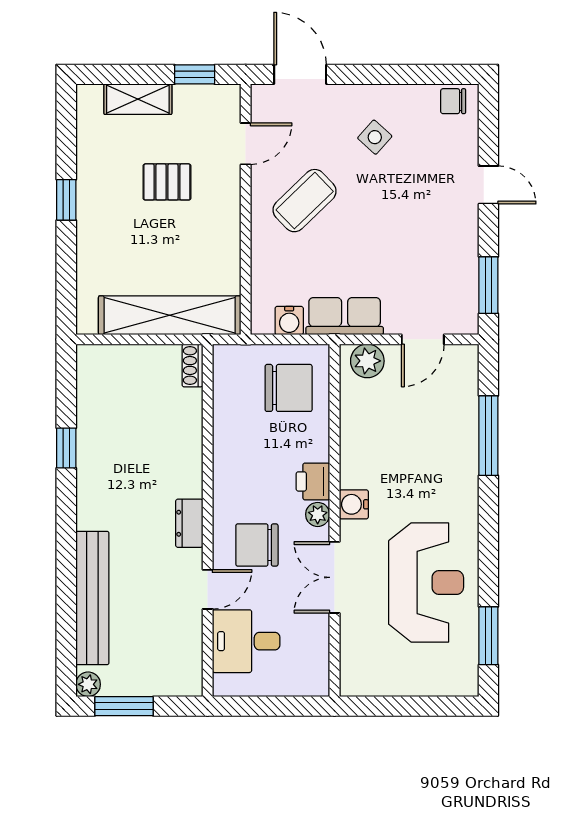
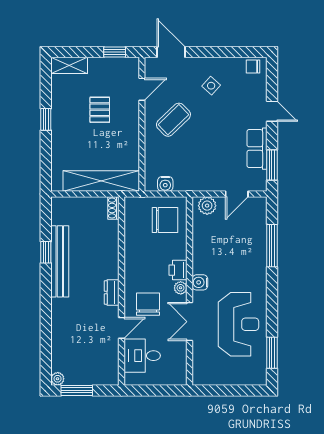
shelving: (138, 99) -> (69, 65), moved
pallet: (167, 182) -> (100, 110), turned 90
row of seats: (345, 316) -> (257, 149), moved, turned -90
chair: (257, 545) -> (148, 304), turned 90
bench: (92, 598) -> (60, 261), moved

